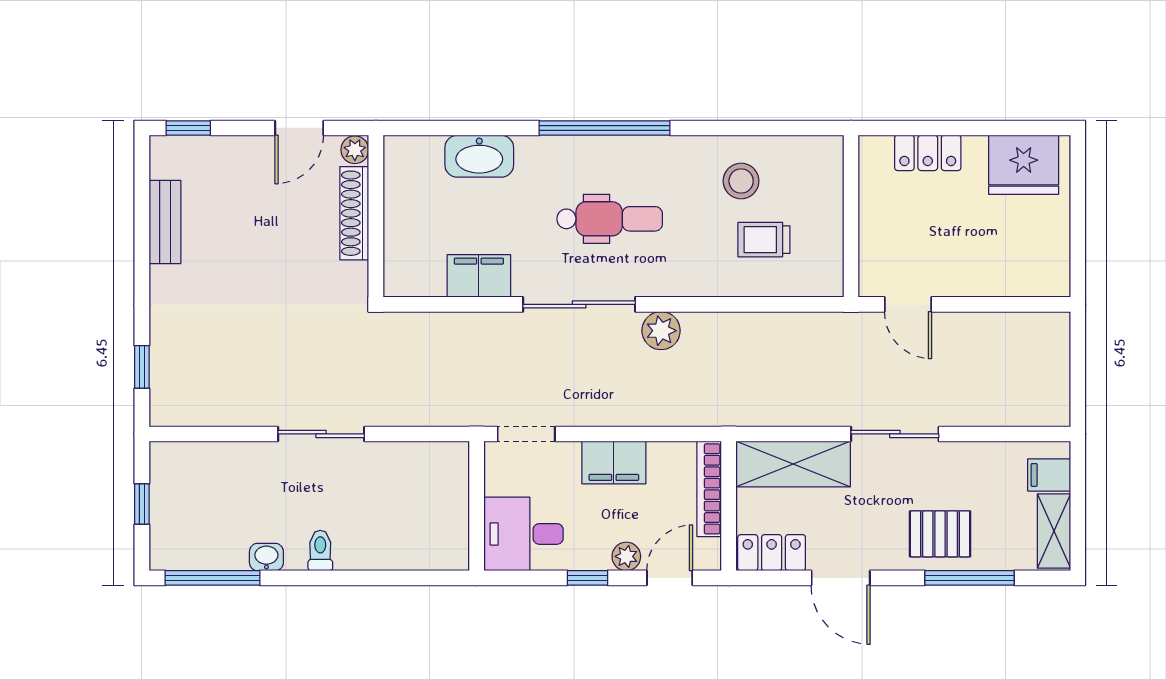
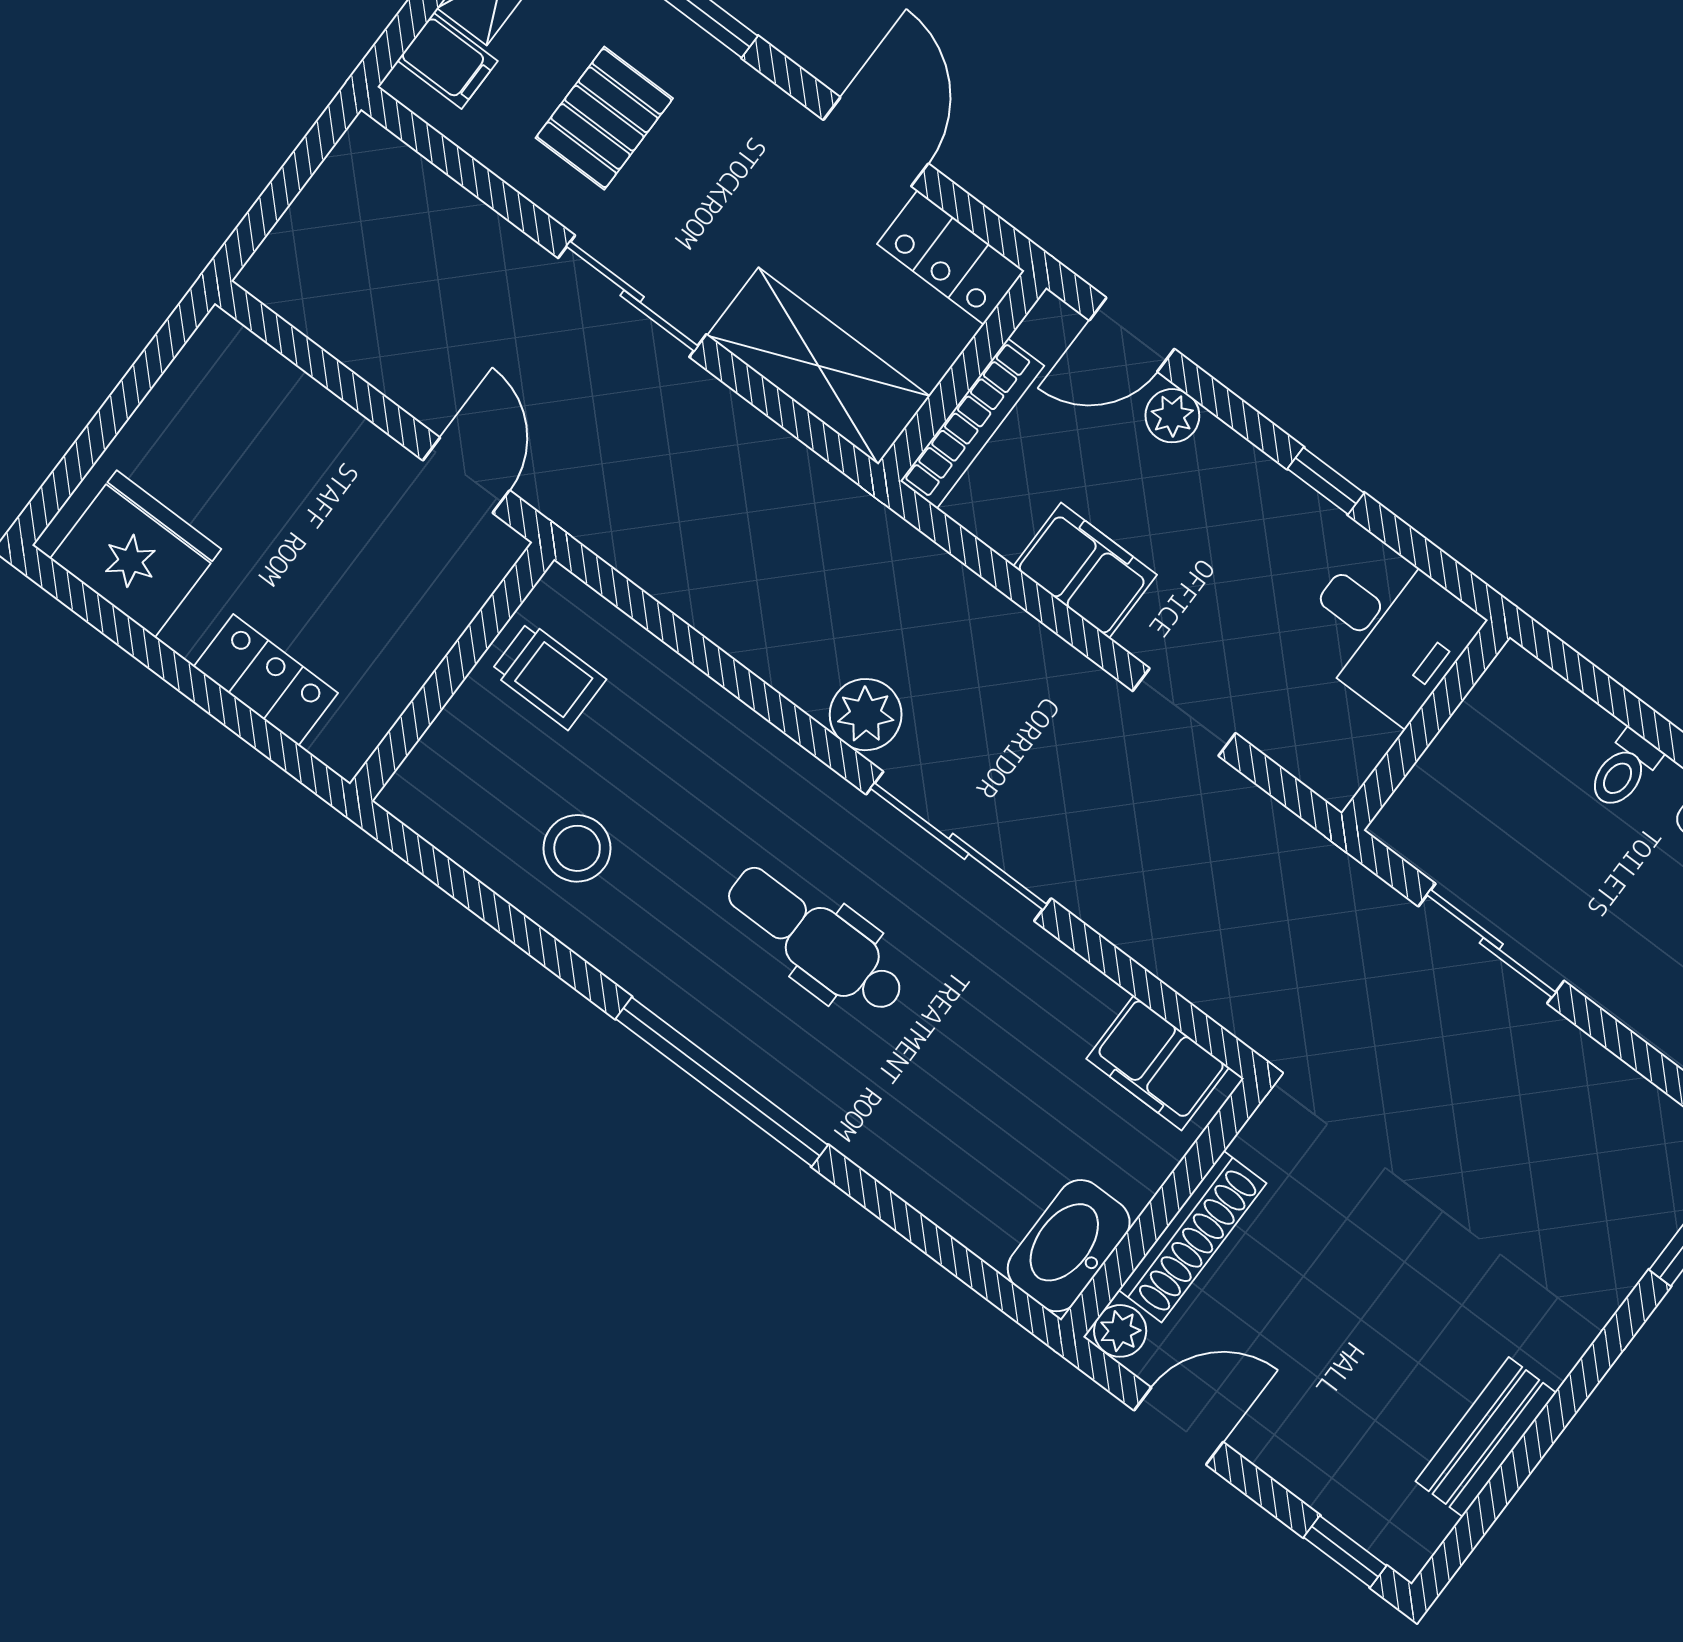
washbasin: (479, 156) -> (1069, 1246), moved, turned -90
trolley: (764, 240) -> (548, 676), moved
filing cabinet: (479, 276) -> (1158, 1063), moved
wall: (477, 506) -> (1426, 725), moved
desk: (523, 534) -> (1387, 630), moved
pallet: (940, 534) -> (604, 118), moved, turned 90
window: (587, 578) -> (1326, 481), moved

